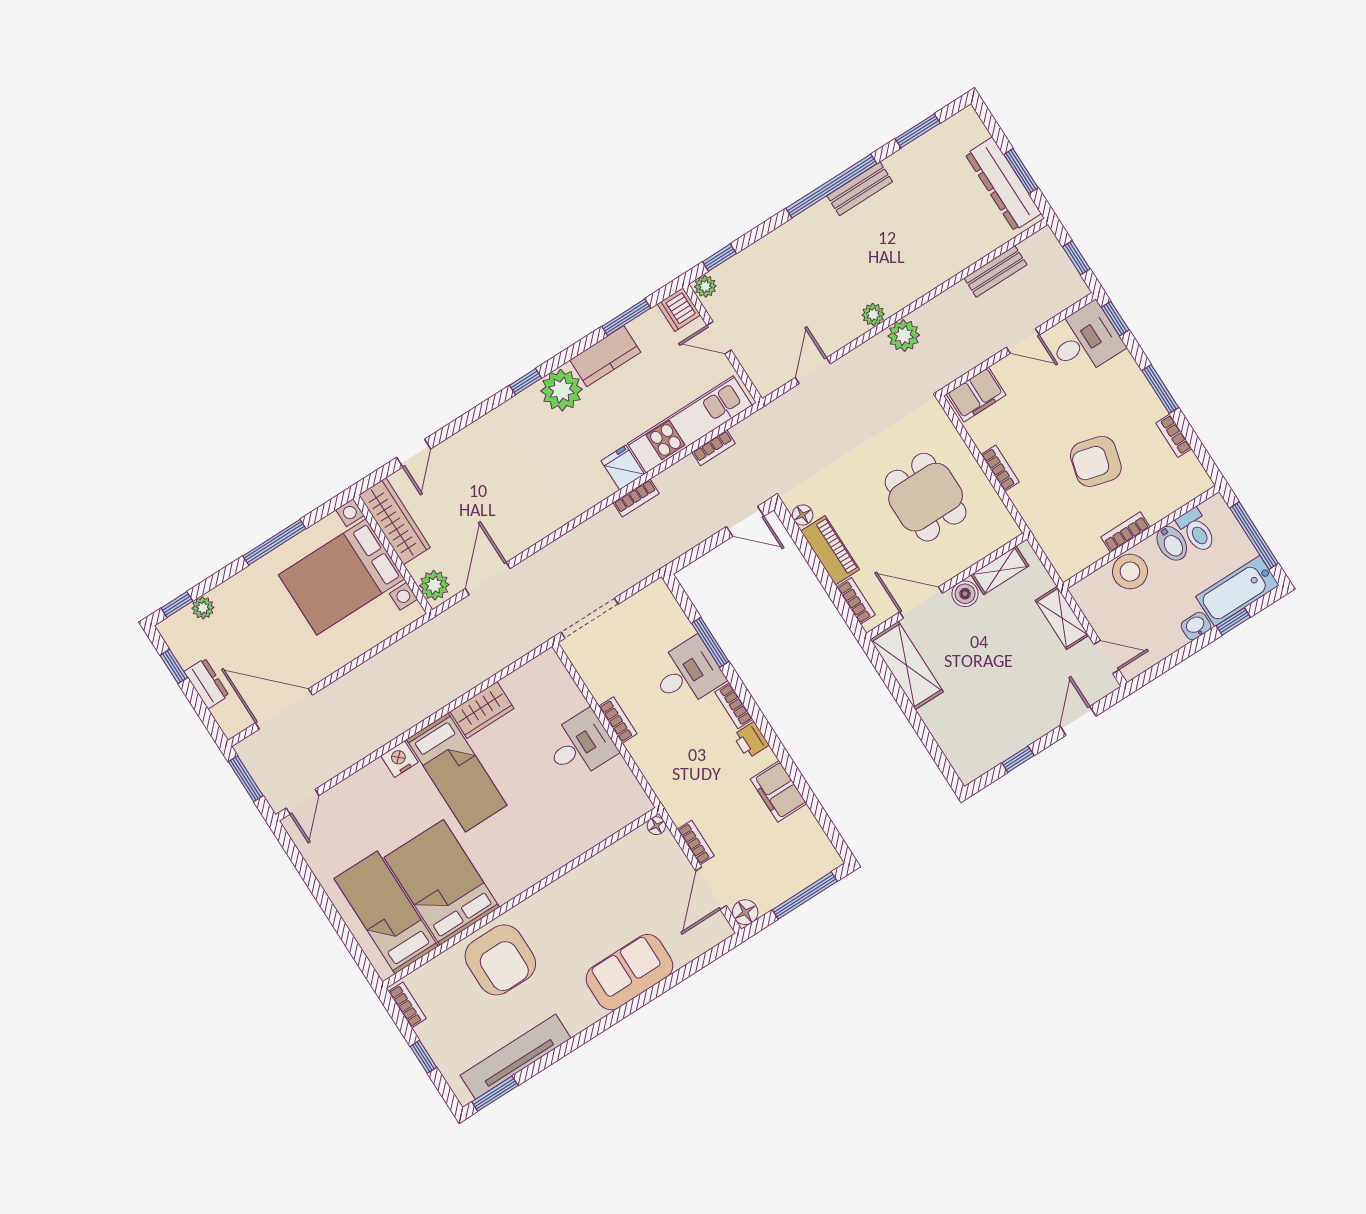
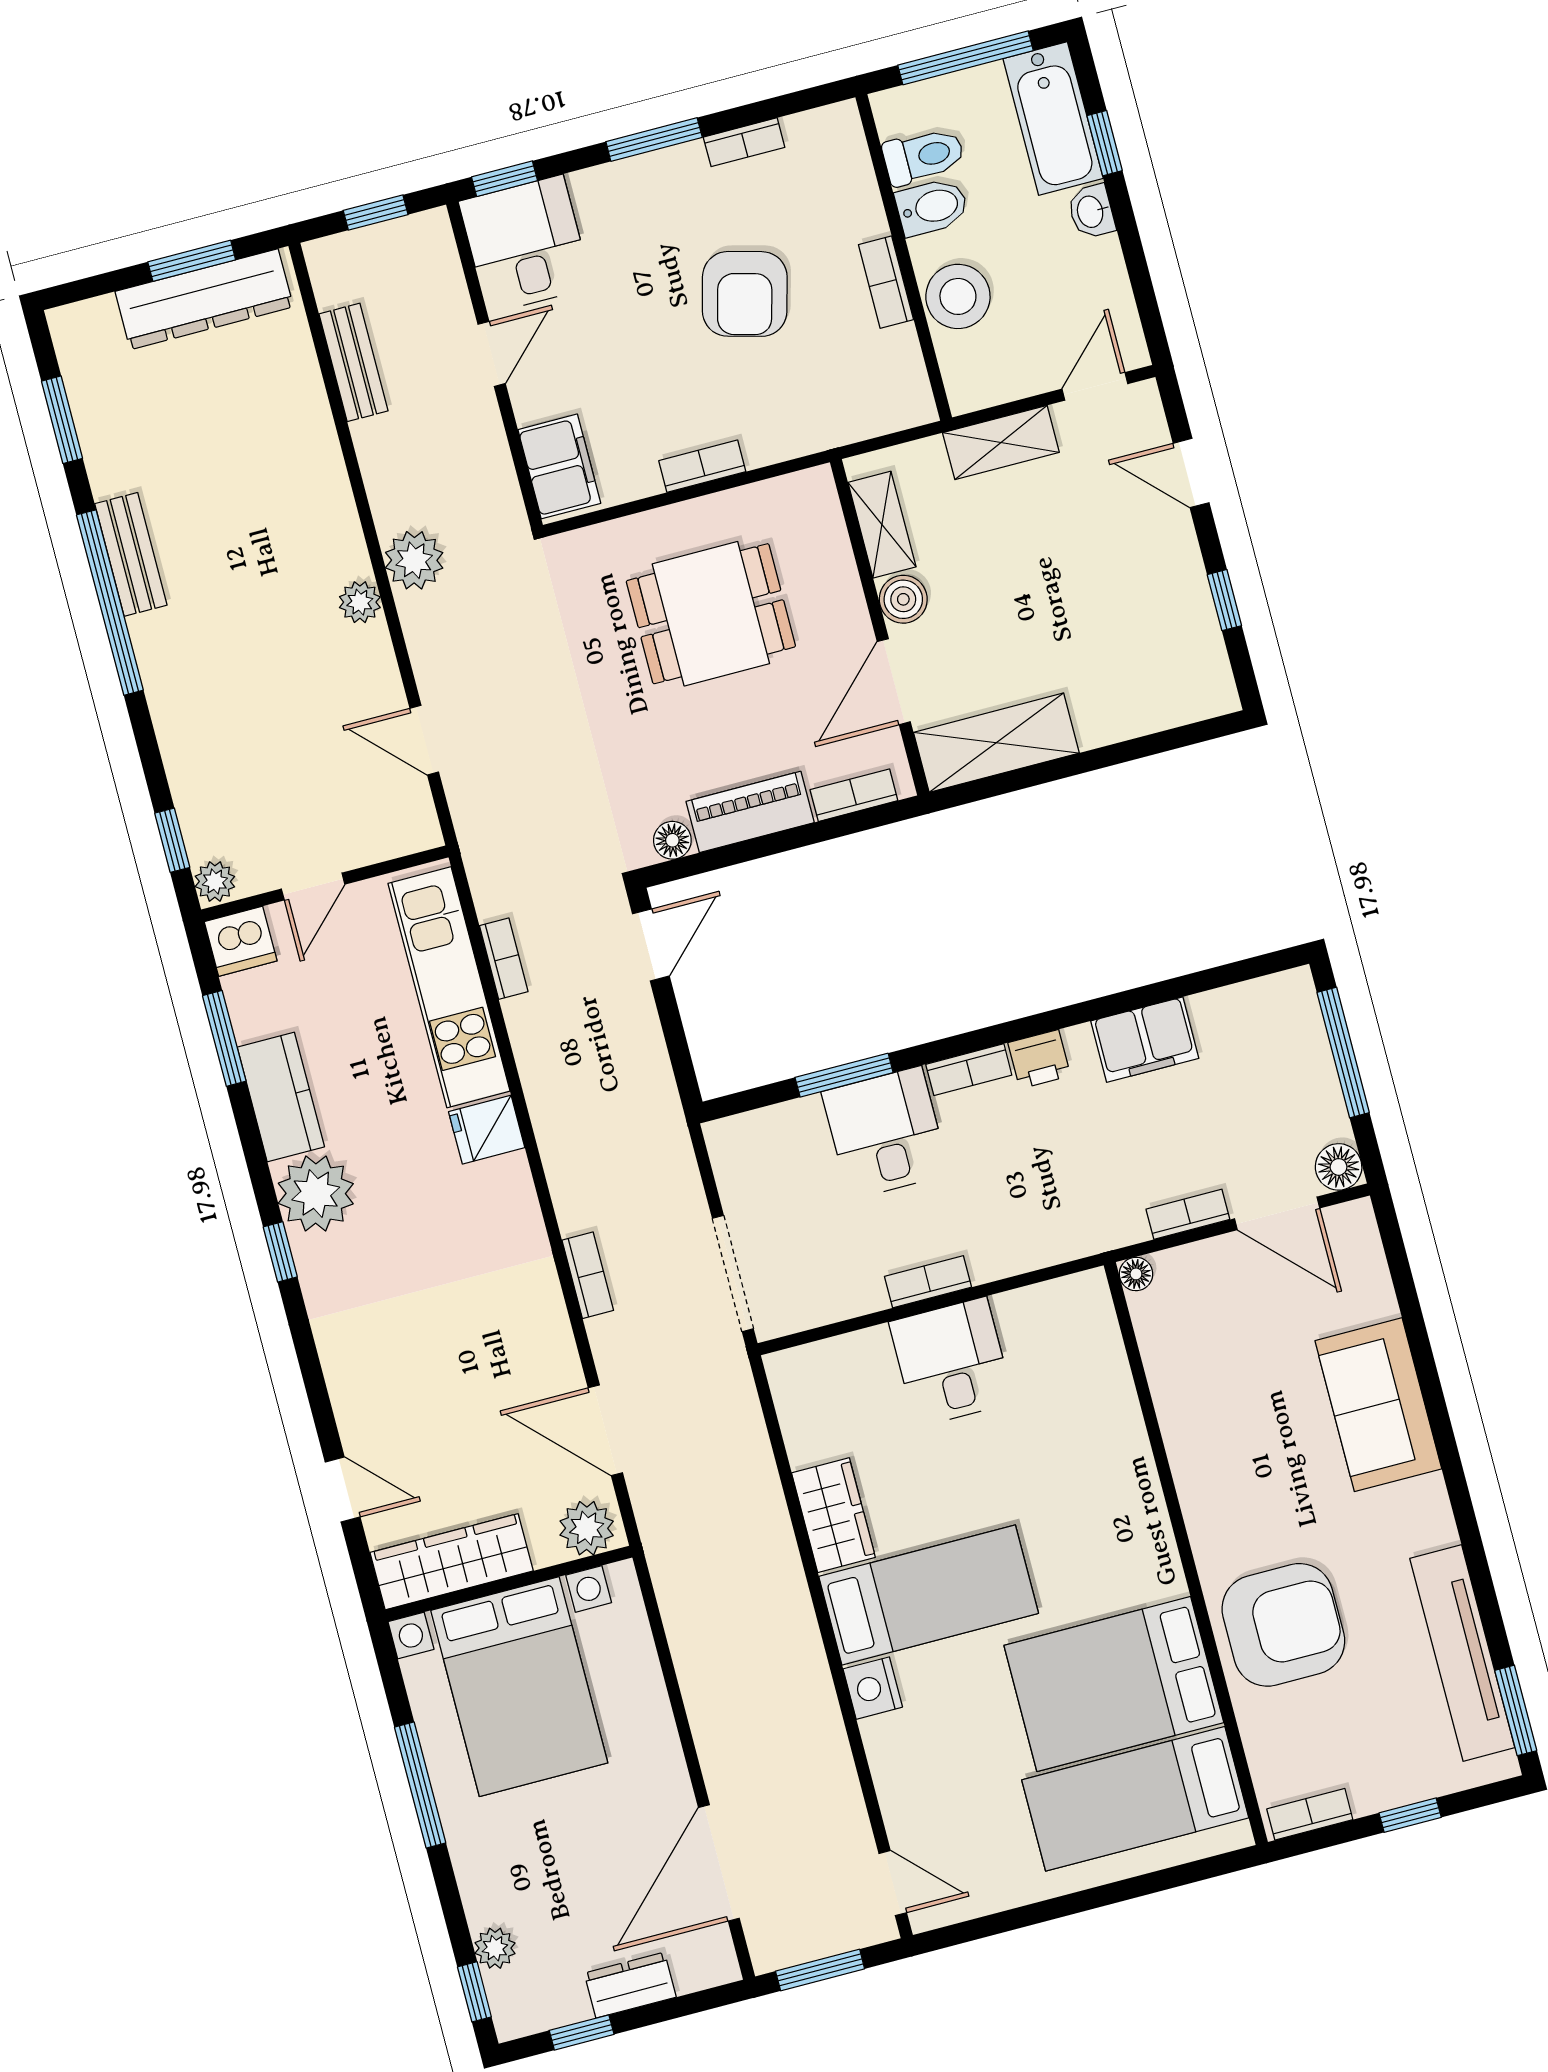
bookcase: (636, 498) -> (588, 1275), moved

